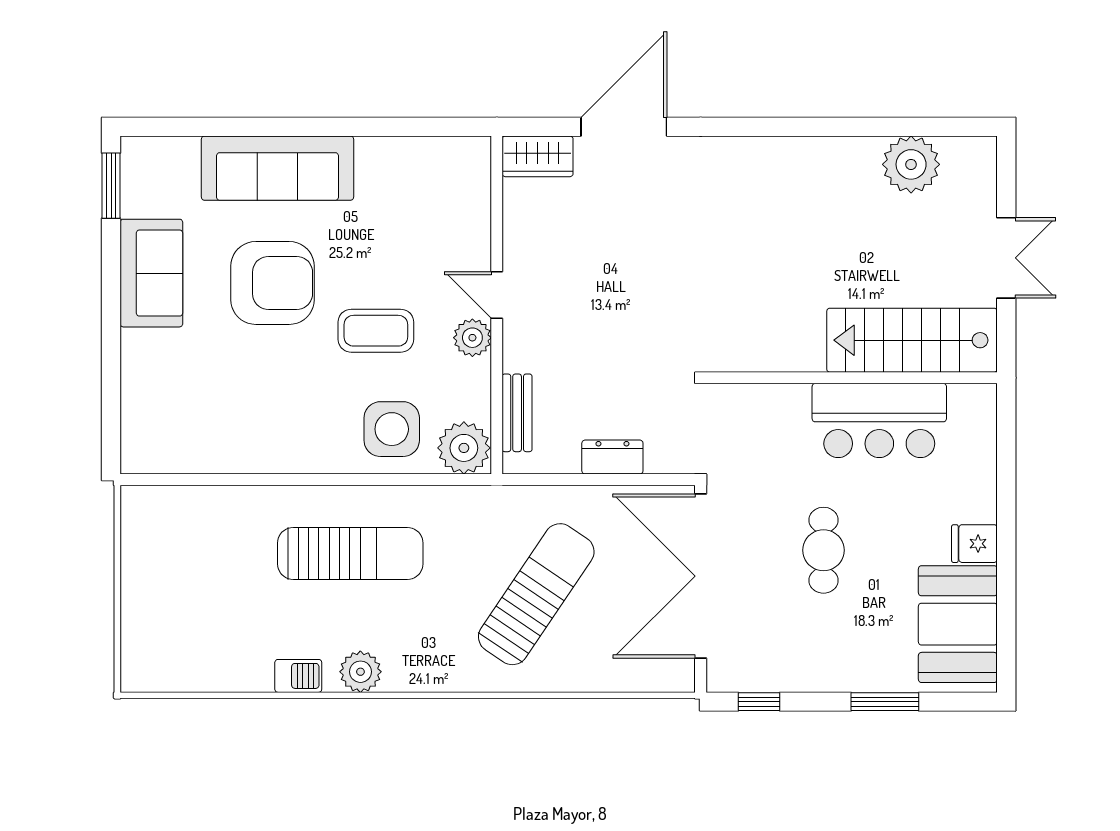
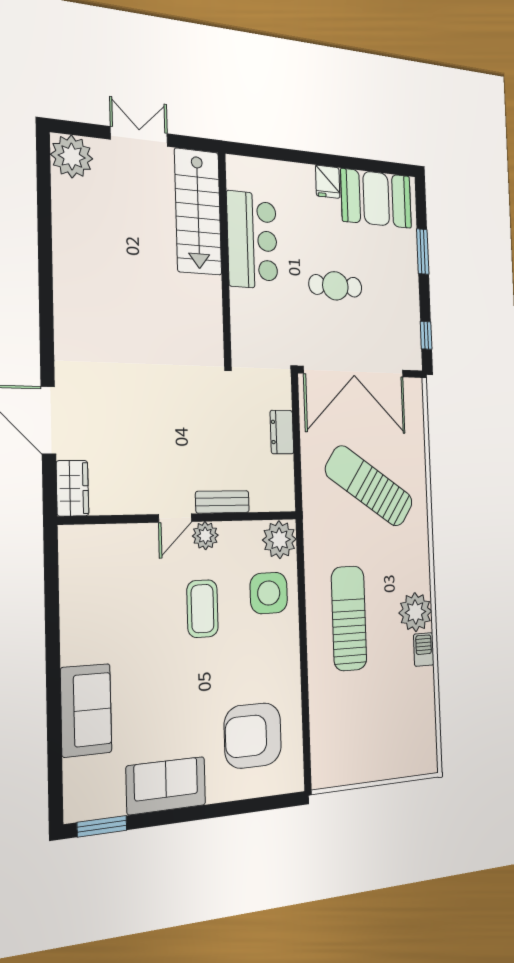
plant: (911, 164) -> (72, 156), moved
sofa: (277, 168) -> (86, 710), width x0.73
armchair: (273, 283) -> (253, 735), moved, turned -90
bench: (517, 413) -> (222, 502), moved
plant: (360, 672) -> (415, 612), width x1.36, depth x1.36

